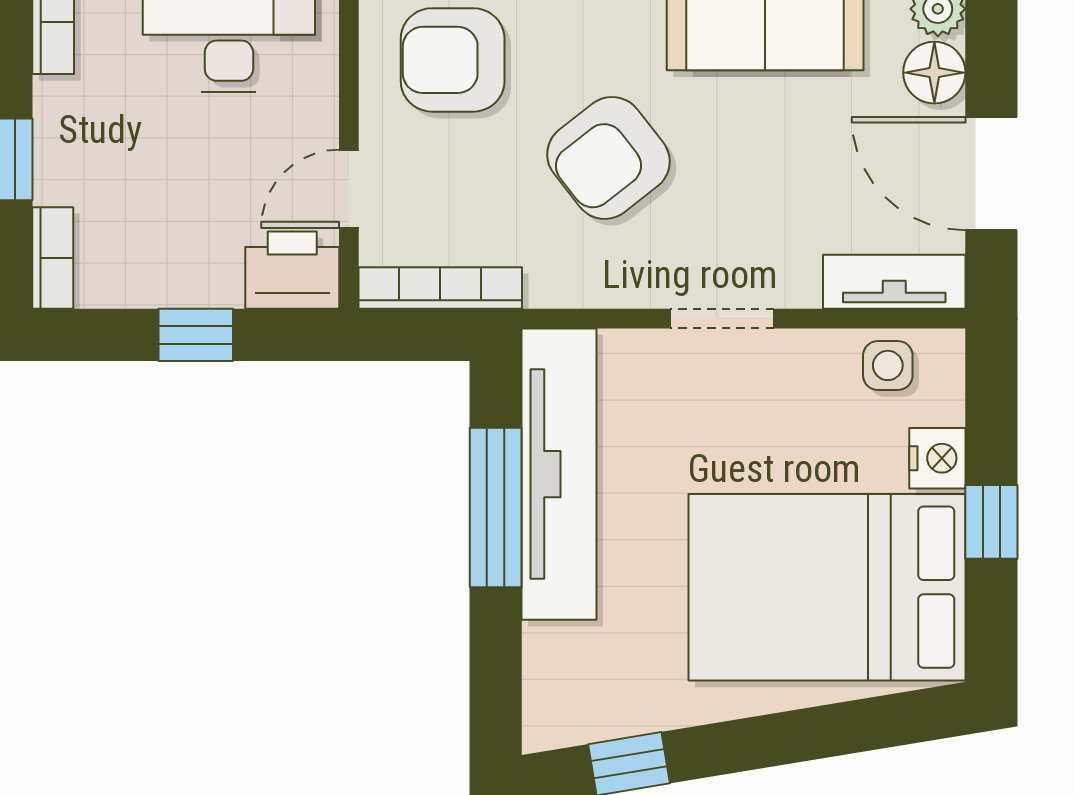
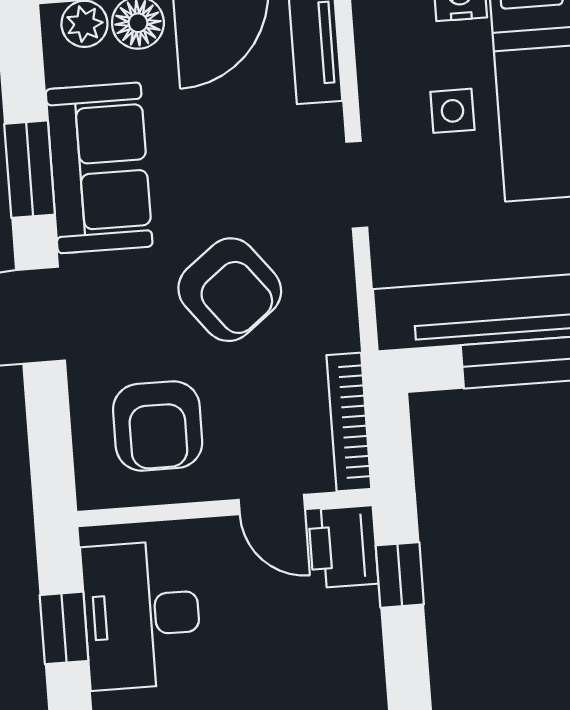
window: (196, 335) -> (400, 575), moved
side table: (888, 365) -> (452, 111), moved

